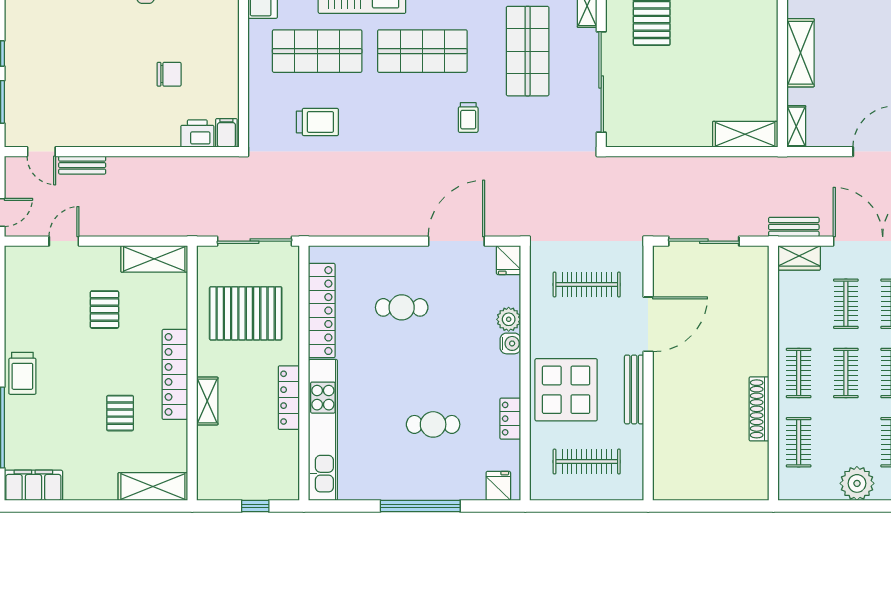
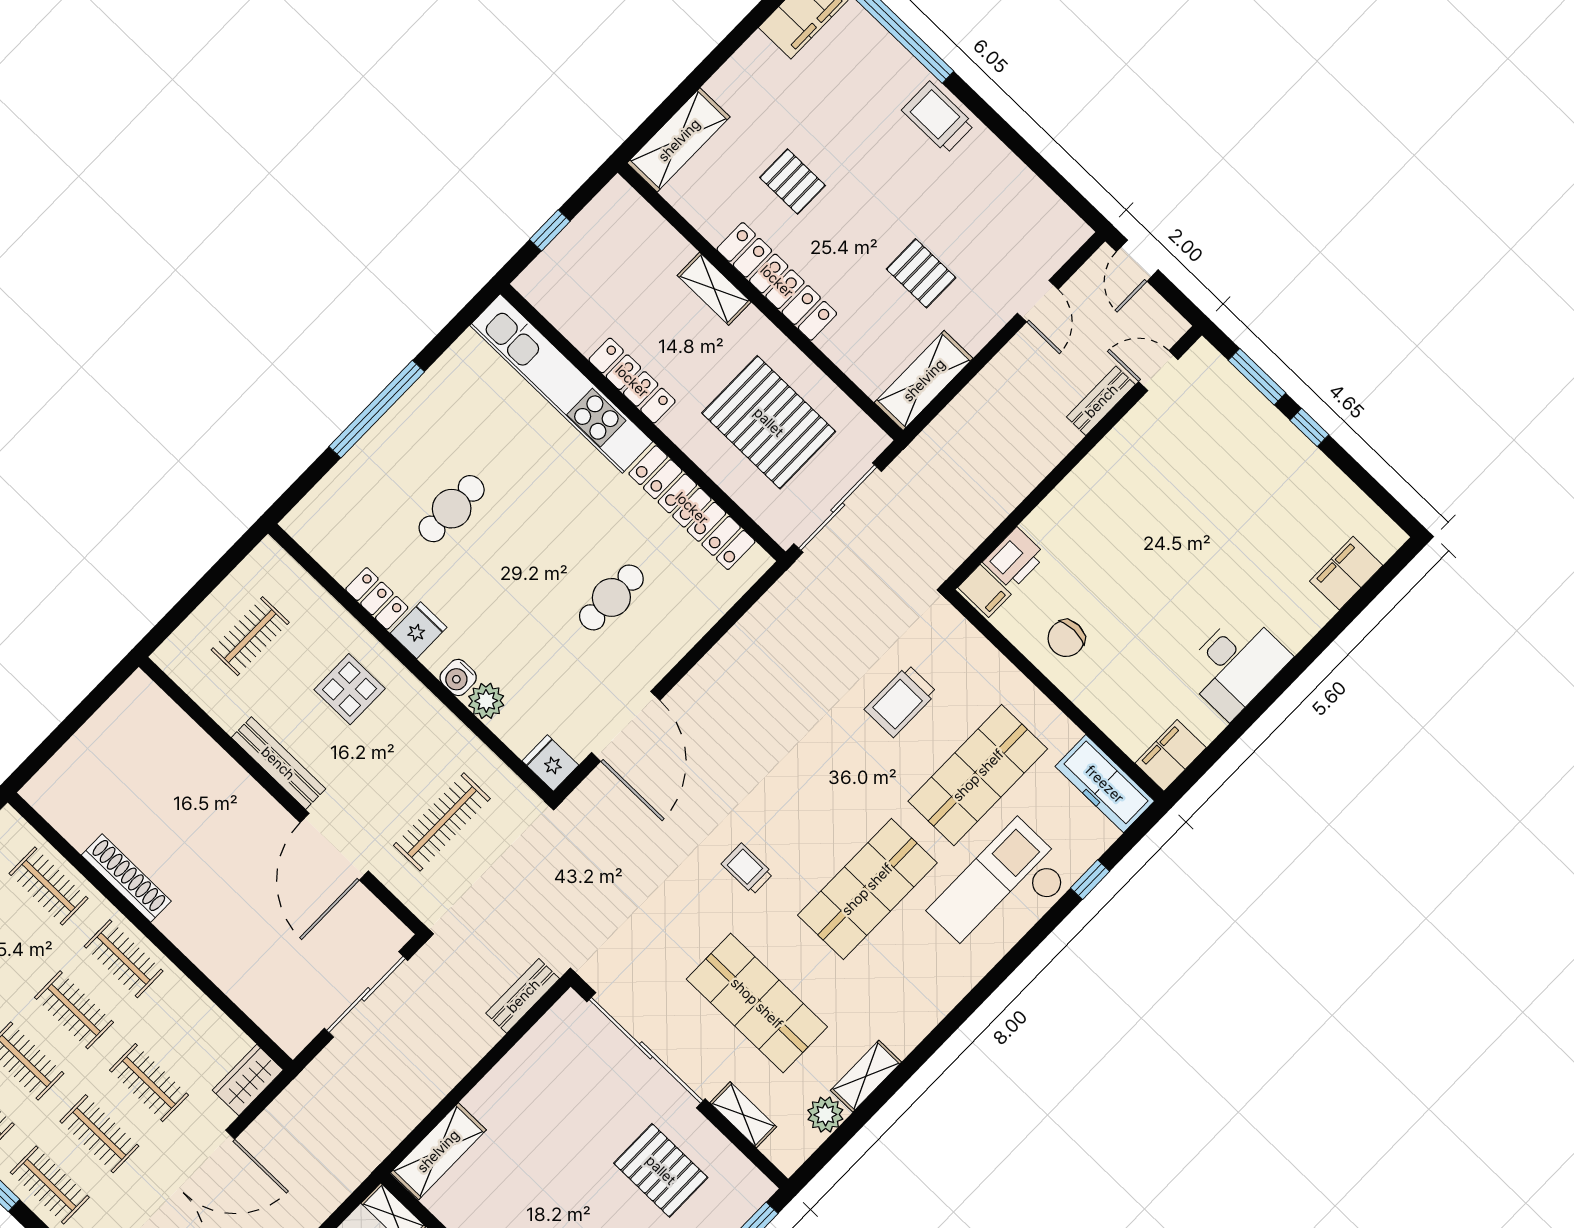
chair: (169, 74) -> (1066, 638), moved
bench: (794, 227) -> (523, 996), moved
pallet: (246, 313) -> (769, 422), turned 90
display table: (566, 390) -> (350, 689), width x0.54, depth x0.54
clothes rail: (587, 462) -> (250, 636), width x0.73
fridge: (498, 486) -> (419, 630), moved, turned -90

